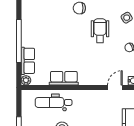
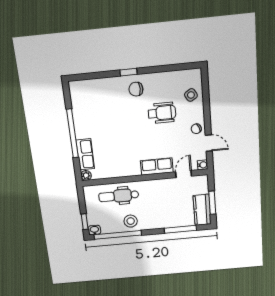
wheelchair: (100, 31) -> (162, 113), turned 90
row of seats: (64, 78) -> (157, 166), moved

